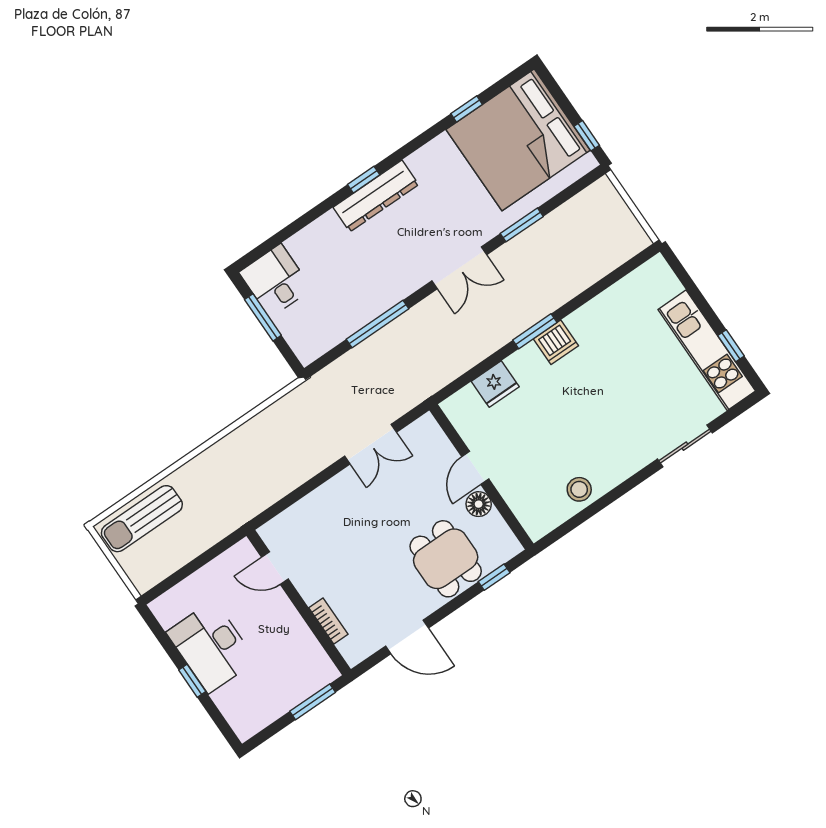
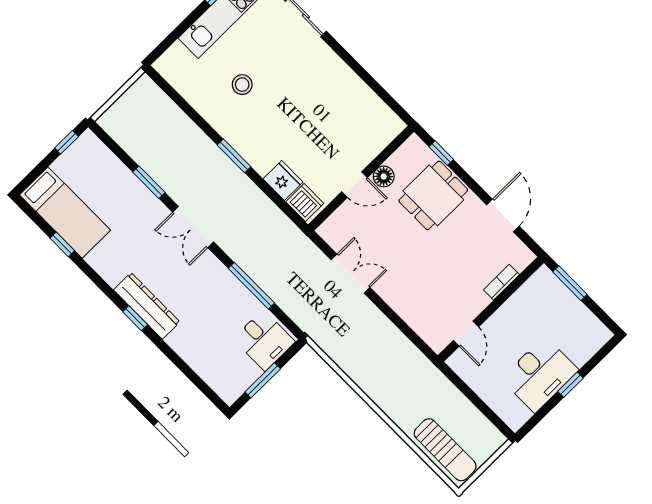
bed: (518, 140) -> (65, 213), width x0.49
double door: (459, 268) -> (193, 227), swing flipped
desk: (276, 281) -> (264, 340), moved, turned -90
dishwasher: (556, 342) -> (305, 203), moved
stool: (579, 489) -> (242, 85), moved

